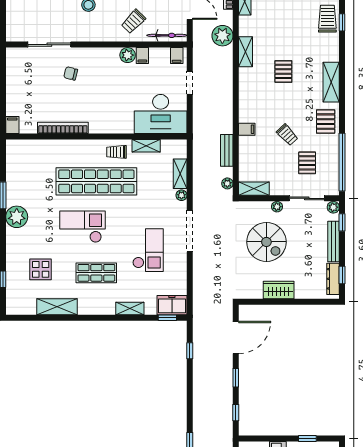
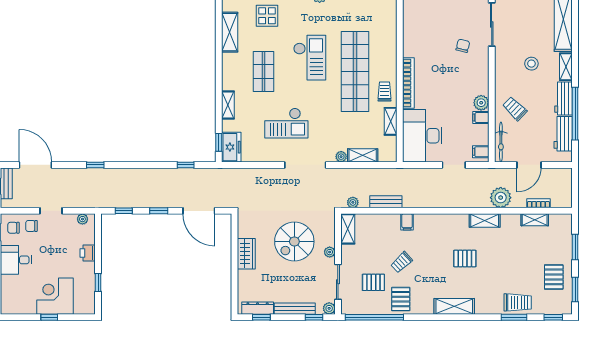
window: (342, 22) -> (514, 317), width x1.50
pallet: (326, 122) -> (401, 299), moved, turned 90
bookcase: (63, 128) -> (408, 83), moved

